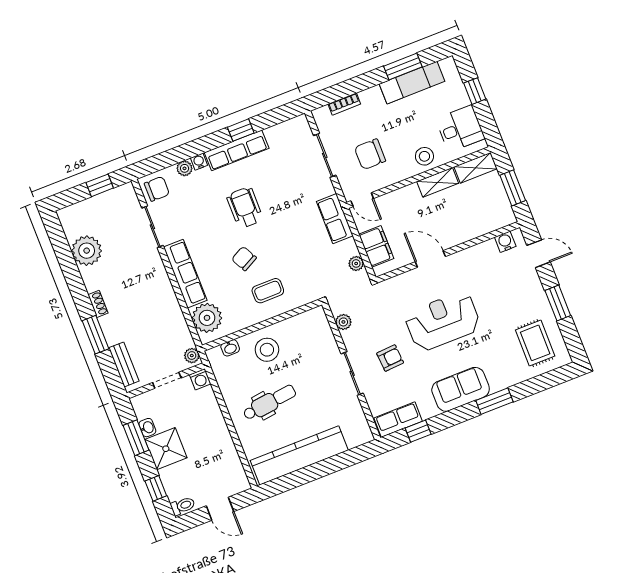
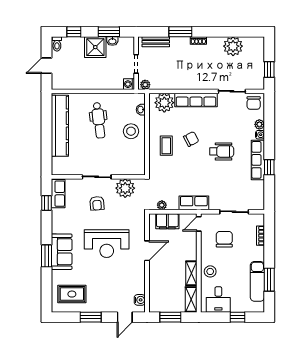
reception desk: (443, 321) -> (107, 244), turned 90
plant: (343, 322) -> (125, 188), width x1.88, depth x1.88
sofa: (461, 389) -> (62, 252), moved

